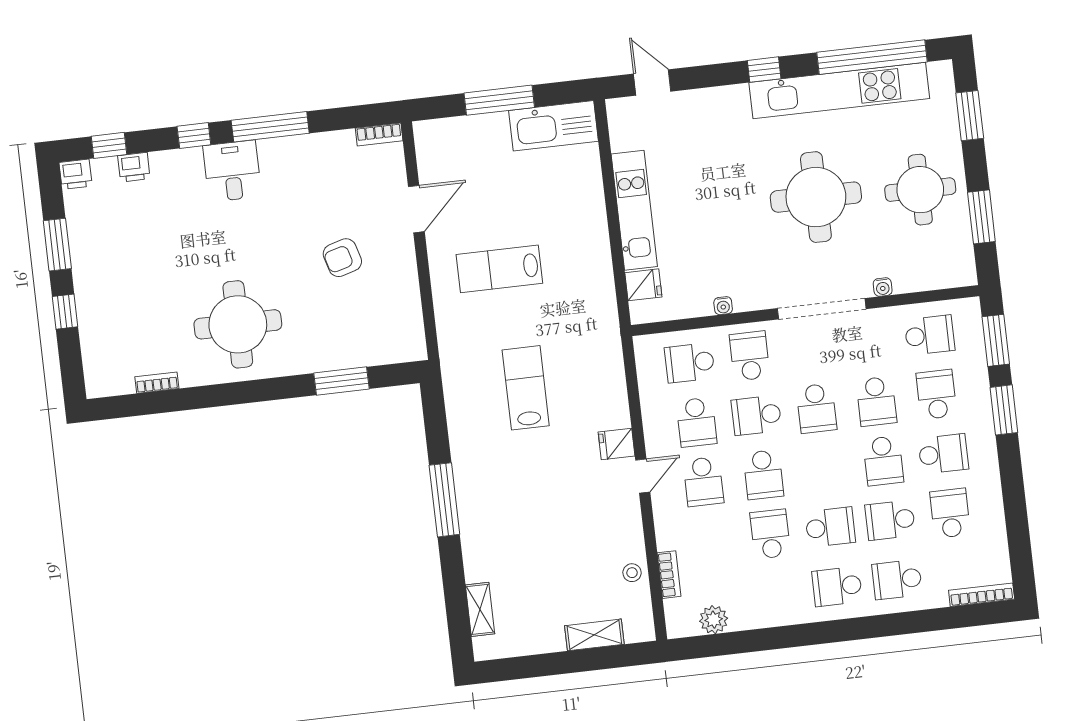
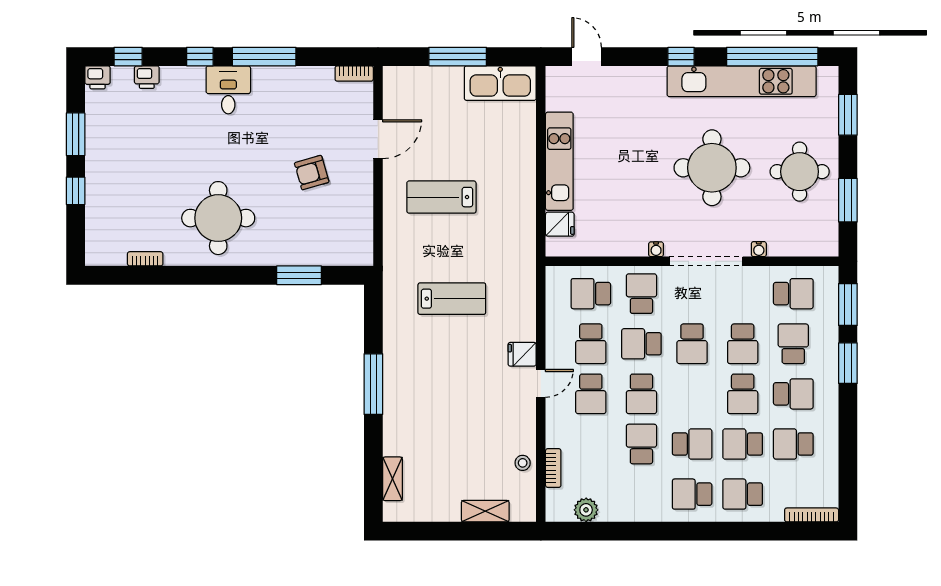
water cooler: (723, 306) -> (656, 249), moved
lab bench: (526, 388) -> (452, 299), turned 90
school desk: (950, 513) -> (793, 444), turned -90

